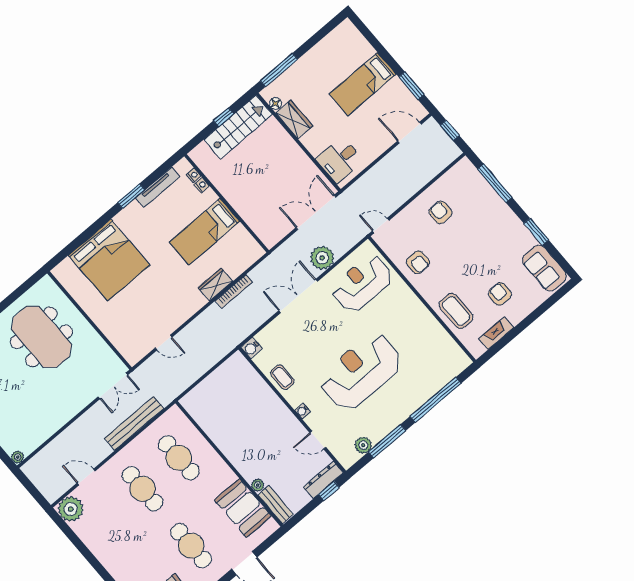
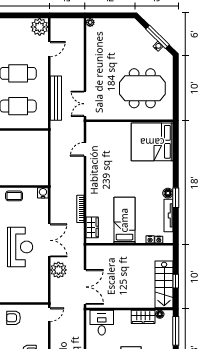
floor lamp: (133, 209) -> (168, 193), added
bed: (109, 260) -> (152, 142), moved
reception desk: (362, 283) -> (20, 247), moved
wardrobe: (215, 284) -> (92, 227), moved

